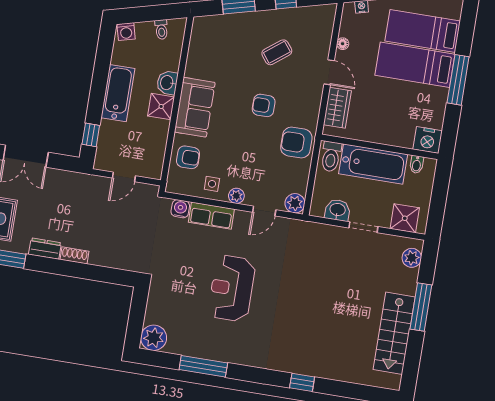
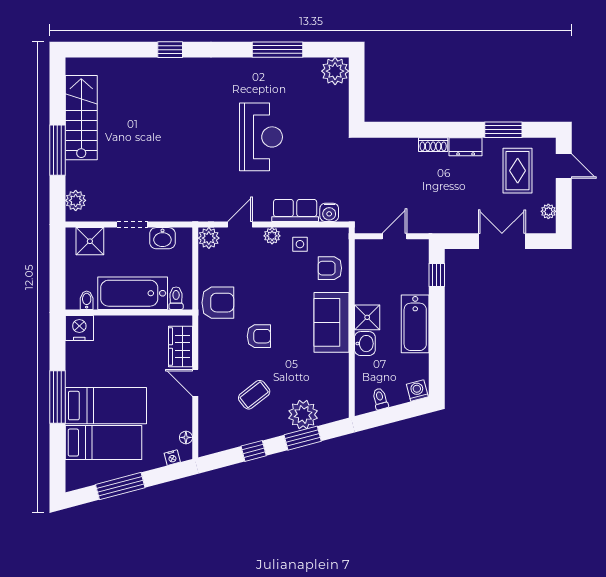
plant: (235, 27) -> (303, 415), added
floor lamp: (343, 44) -> (186, 437), moved
toilet: (331, 157) -> (176, 298), width x0.73, depth x0.72

